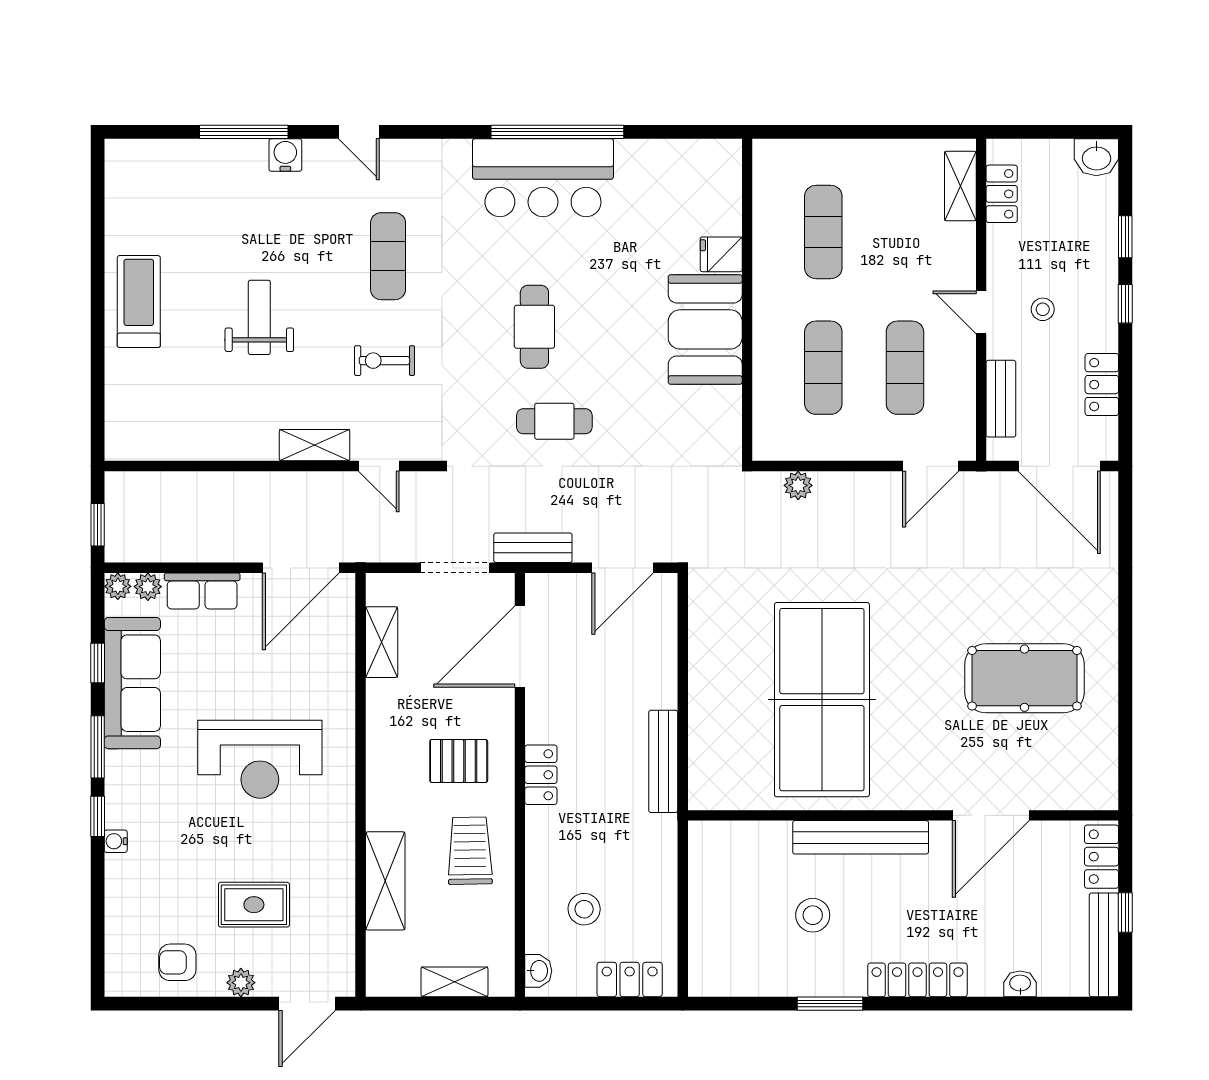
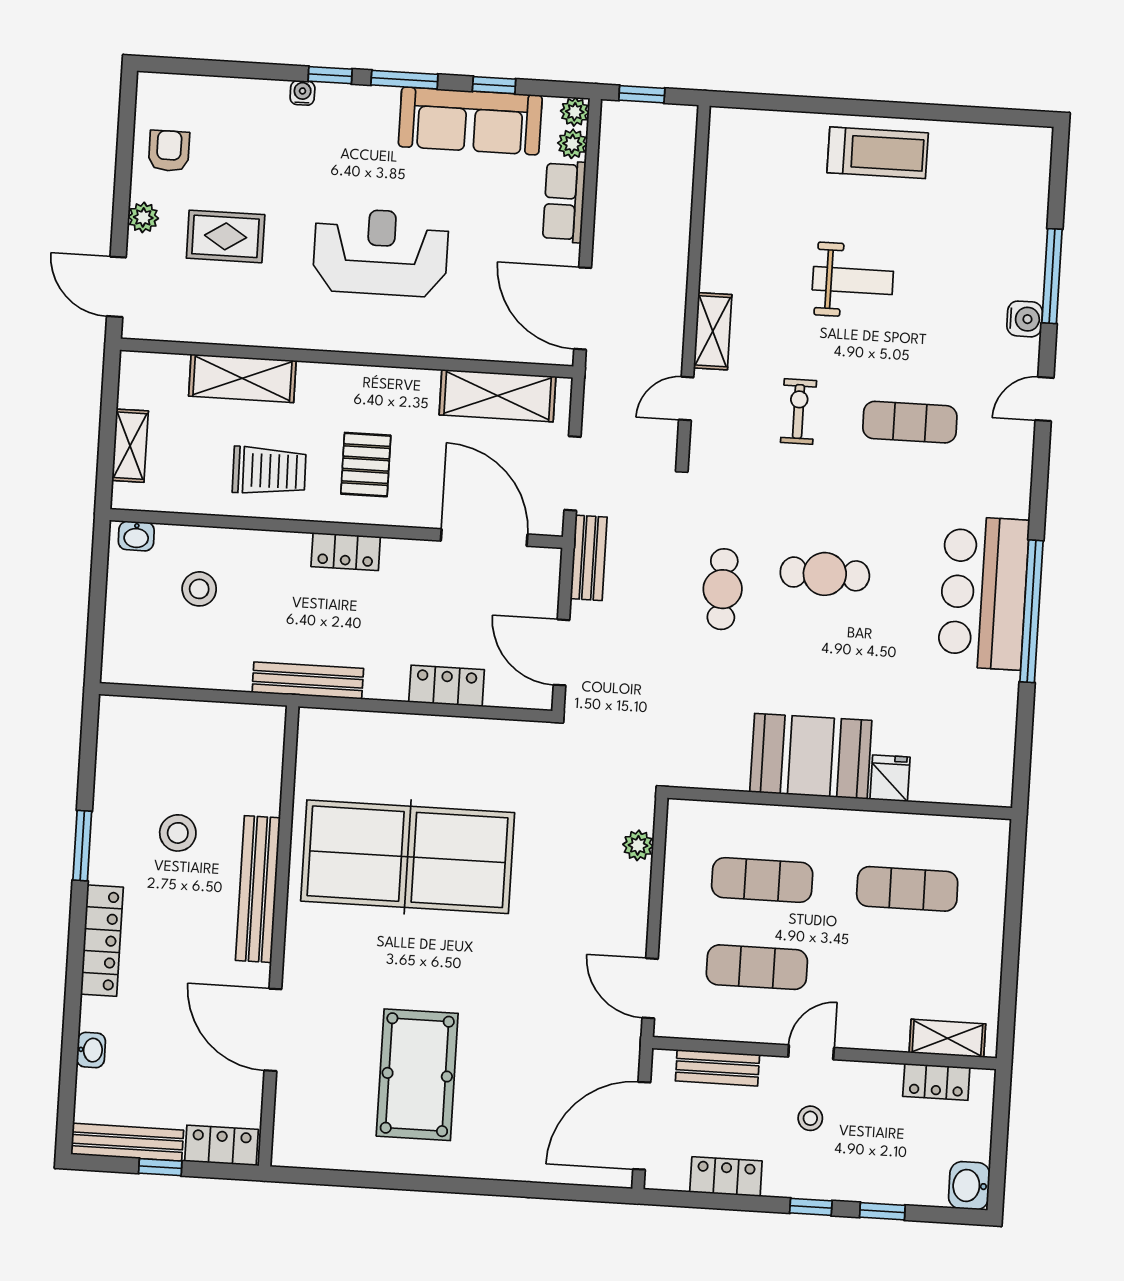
shelving: (382, 642) -> (498, 396), width x1.50, depth x1.33
reception desk: (260, 759) -> (381, 252), turned 90
bench: (663, 761) -> (308, 680), moved
rug: (254, 905) -> (226, 236), turned 90
locker: (630, 979) -> (447, 686), moved, turned -90

